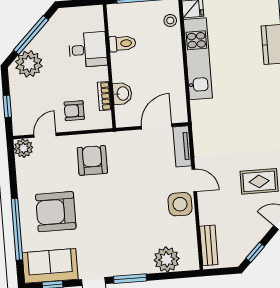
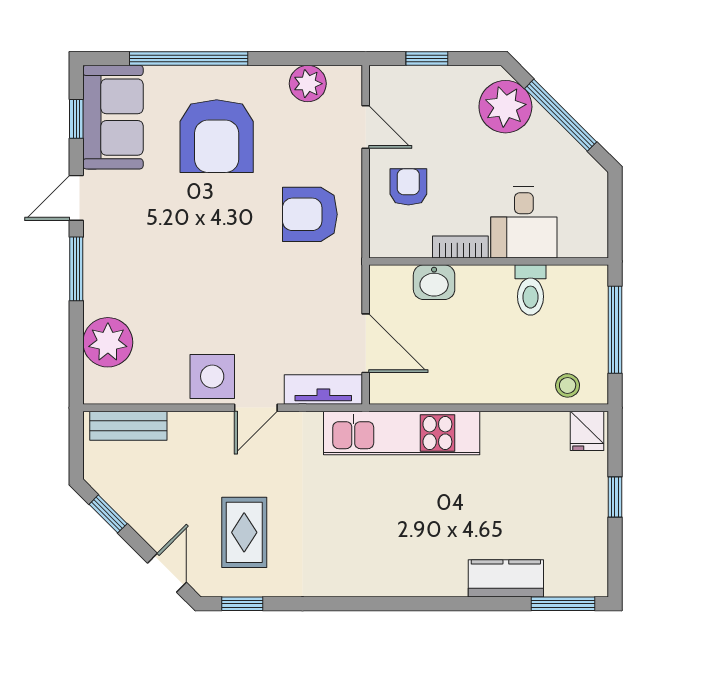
kitchen unit: (198, 59) -> (402, 433), moved
bookcase: (104, 96) -> (460, 247), moved
plant: (23, 148) -> (308, 84), moved
armchair: (92, 160) -> (310, 214), turned 180
armchair: (56, 212) -> (217, 136), turned 180

